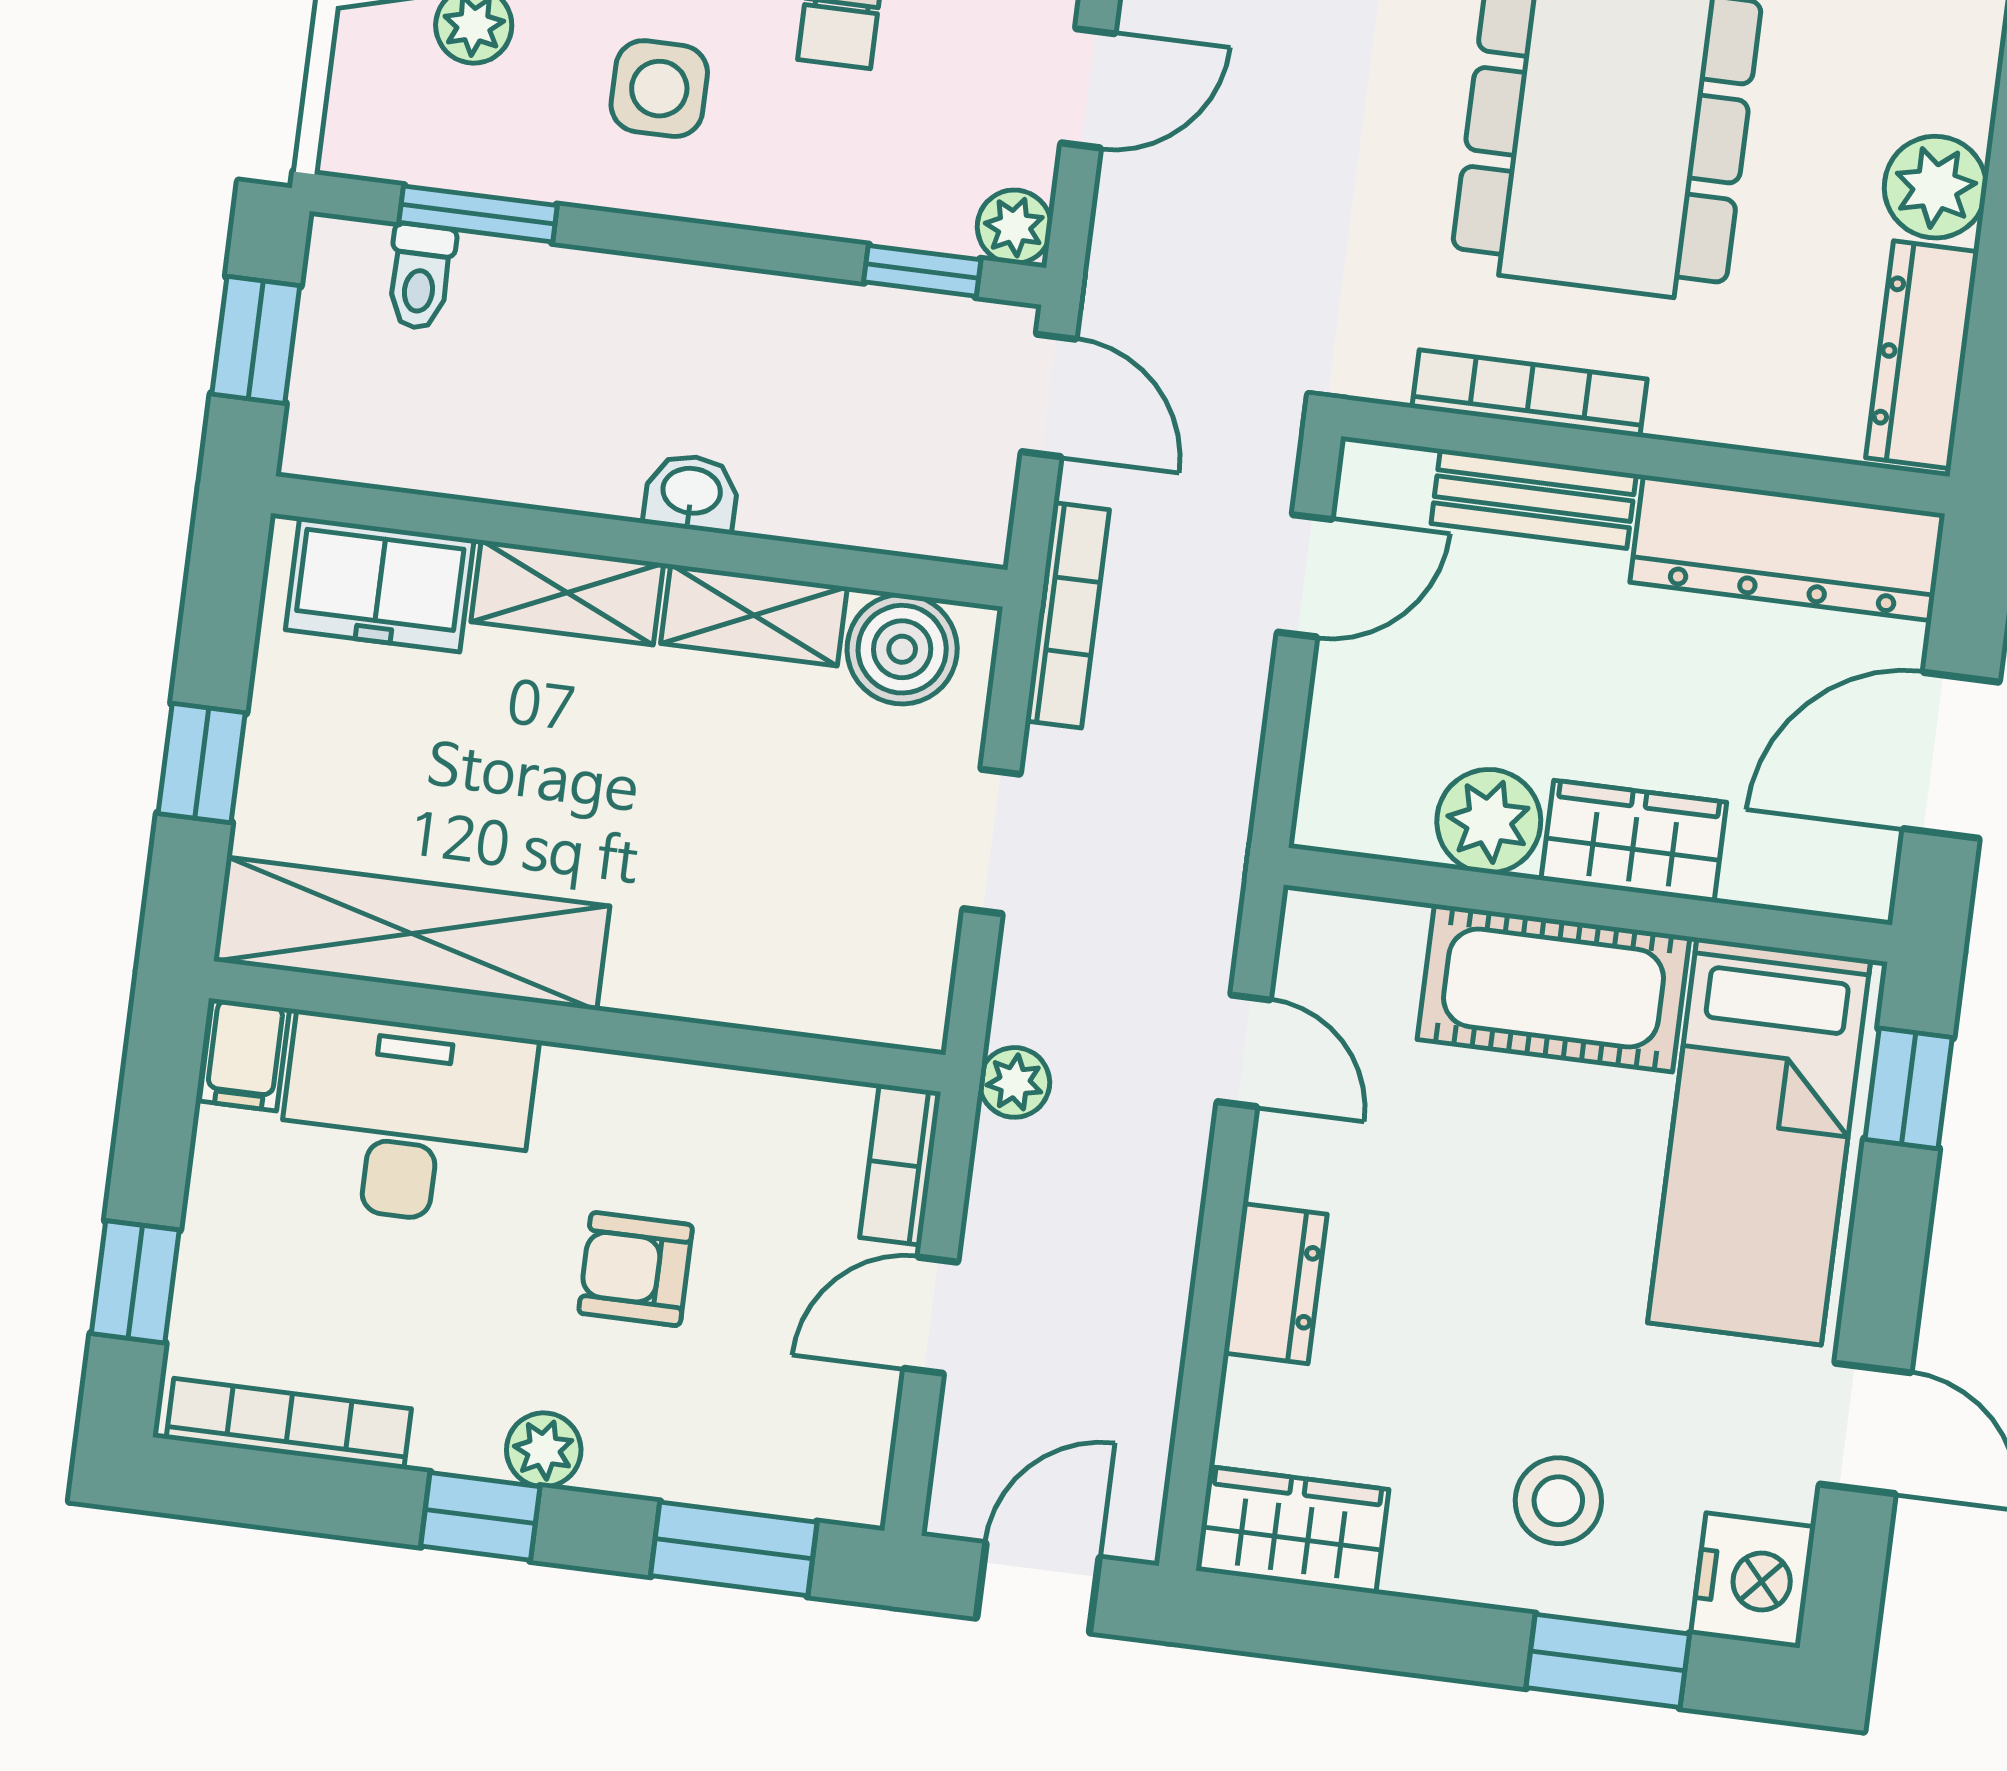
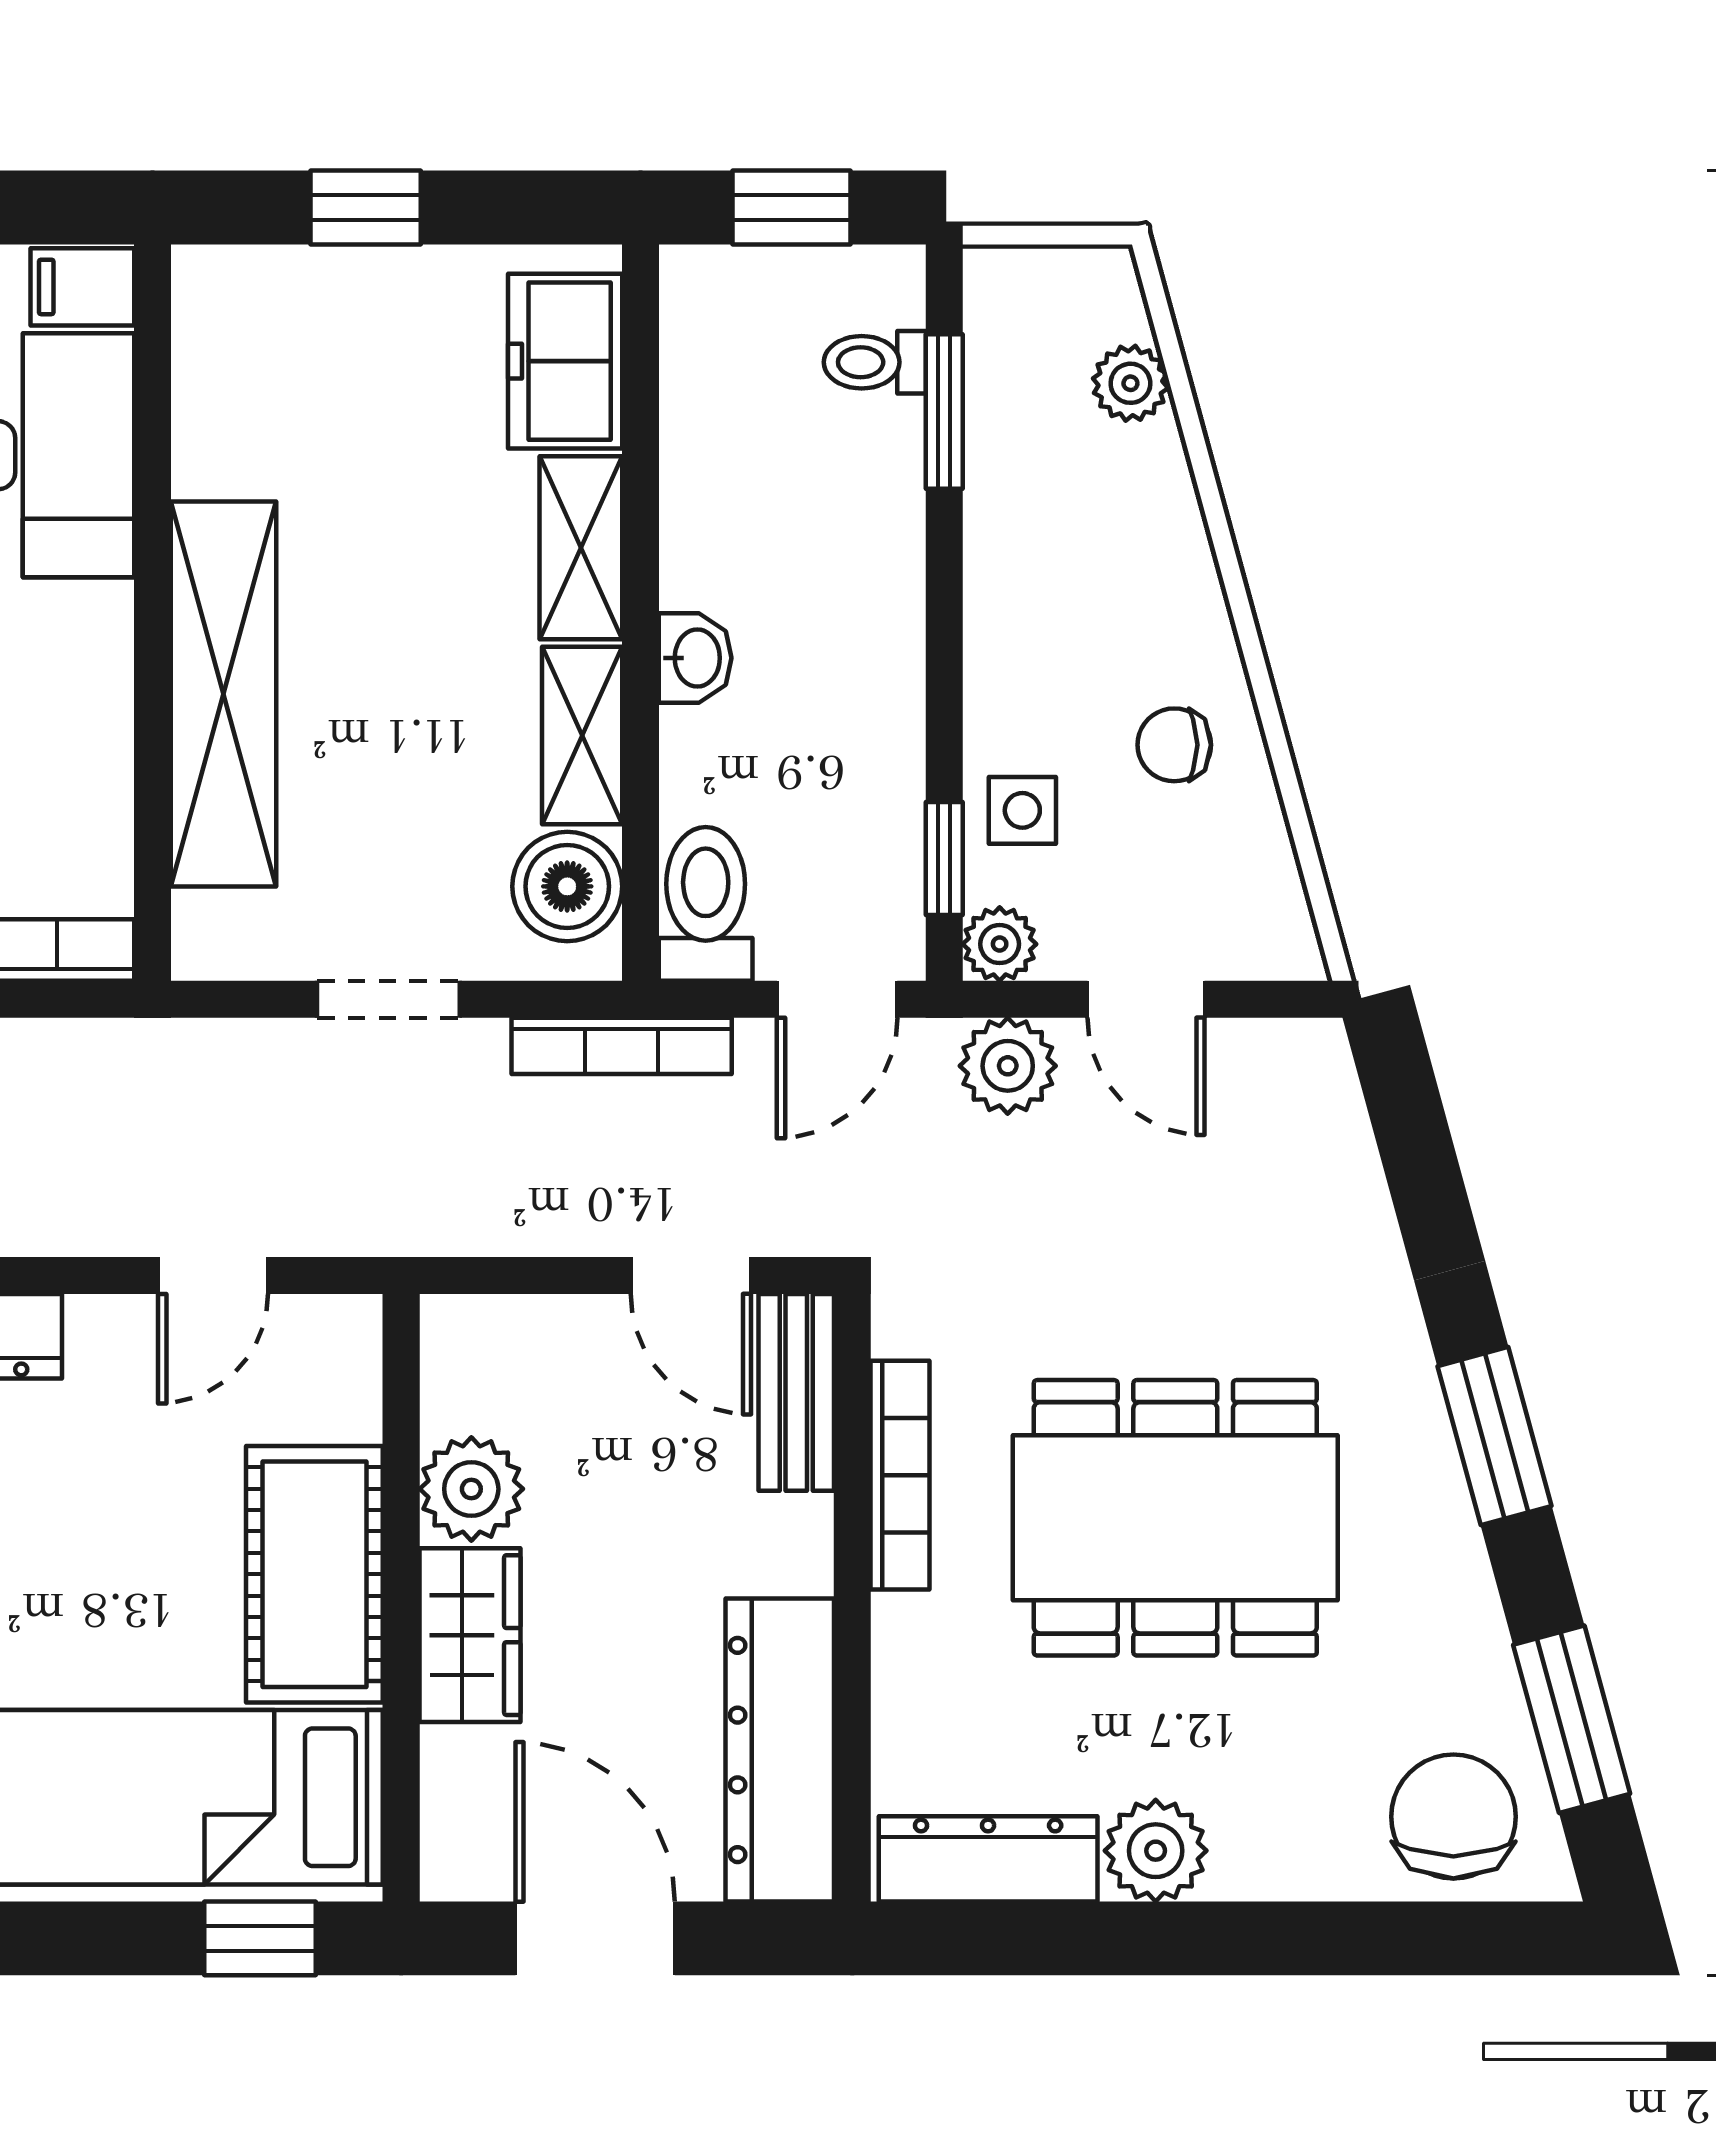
side table: (659, 89) -> (1022, 810), moved, width x0.73, depth x0.73
bench: (1534, 499) -> (796, 1392), moved
toilet: (937, 514) -> (706, 904), added
shelving: (412, 934) -> (223, 694), moved
plant: (1015, 1082) -> (1008, 1066), moved, width x1.38, depth x1.38

